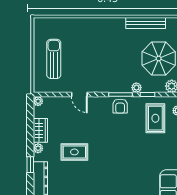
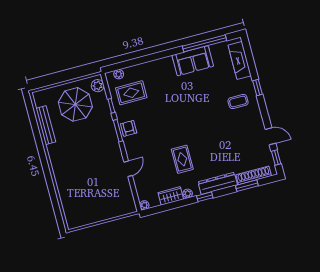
sun lounger: (54, 59) -> (101, 201), removed
plant: (136, 88) -> (108, 118), removed
armchair: (120, 106) -> (129, 128), turned -90

